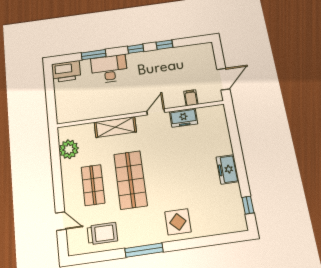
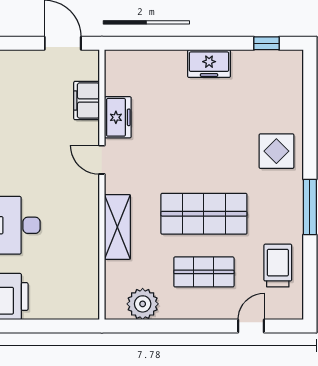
filing cabinet: (191, 98) -> (87, 101), width x2.00

